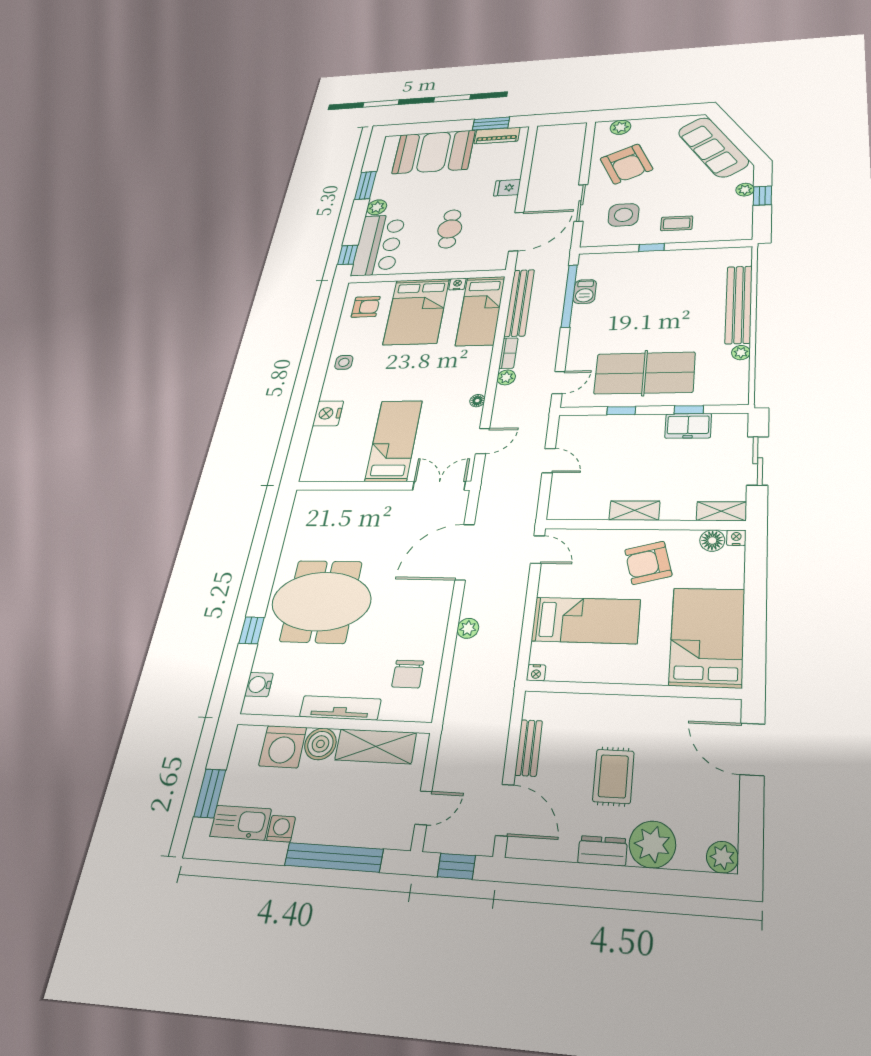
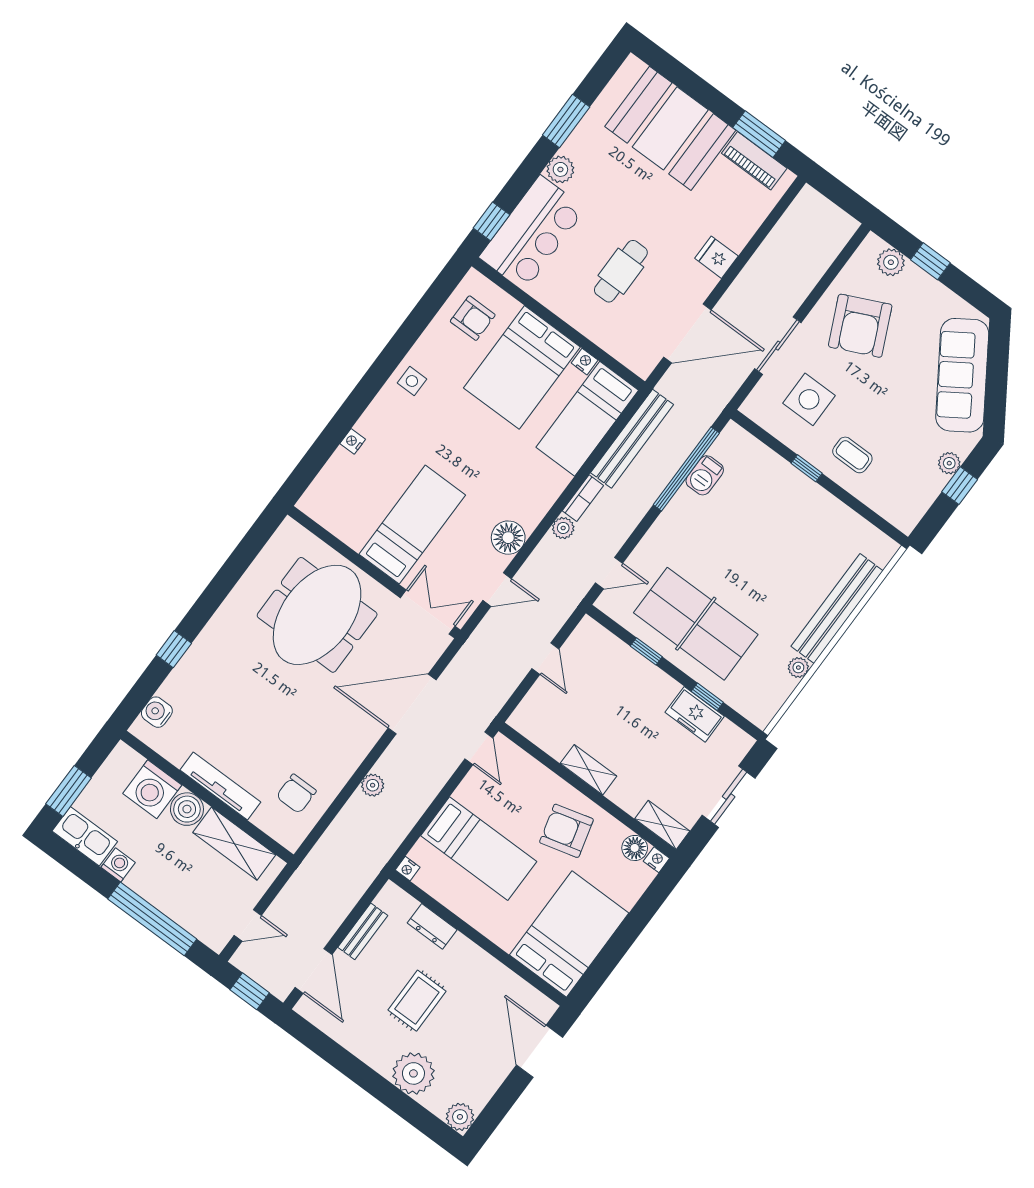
window: (645, 113) -> (930, 261), added
floor lamp: (477, 401) -> (508, 538), width x1.89, depth x1.89
nightstand: (328, 413) -> (353, 441), width x0.53, depth x0.56
meeting table: (321, 601) -> (317, 615), moved, turned 90
dresser: (603, 851) -> (432, 926), moved, turned 180

